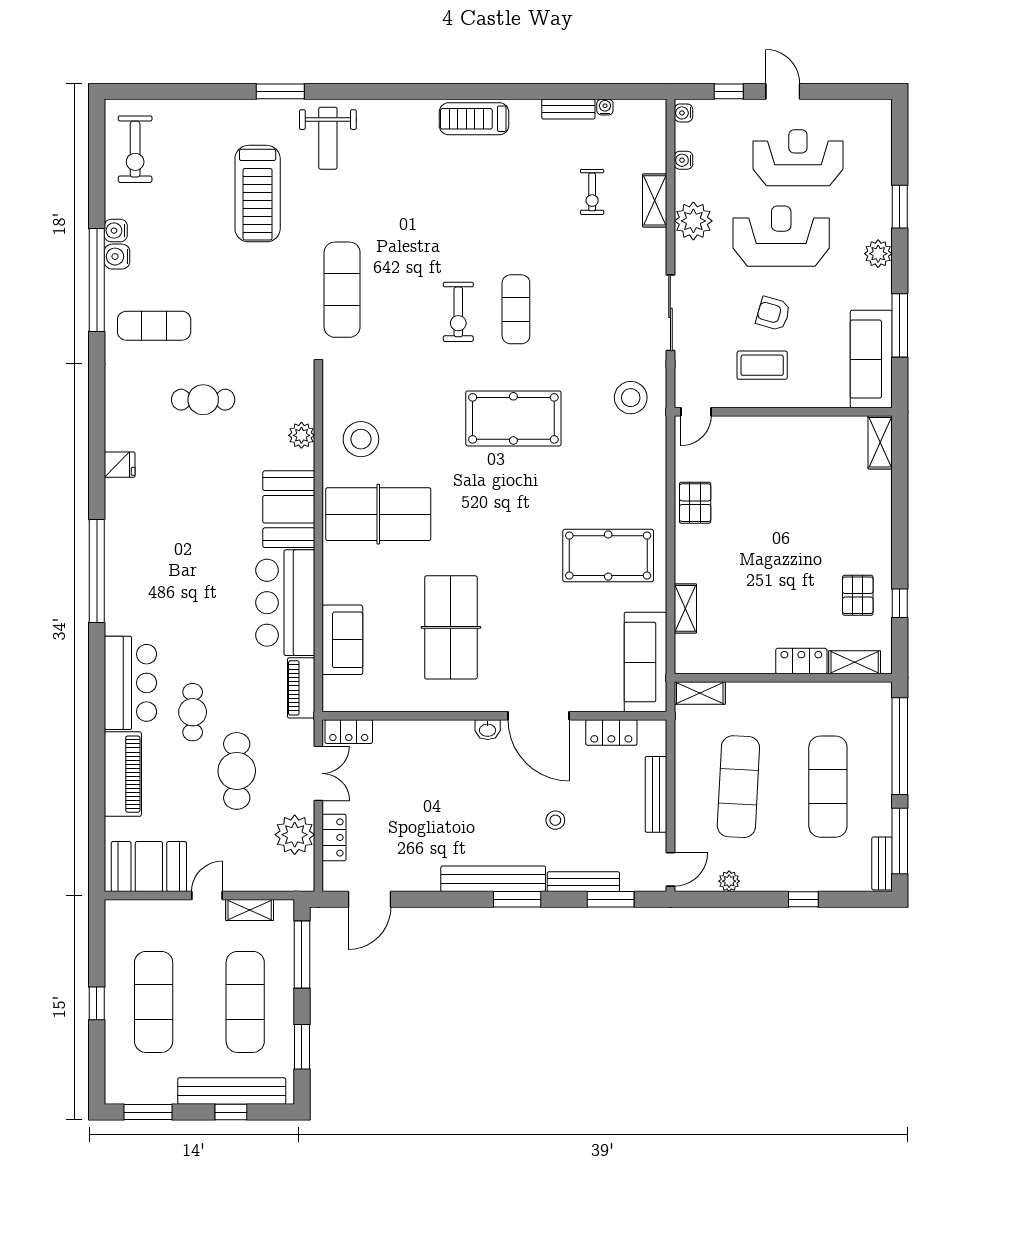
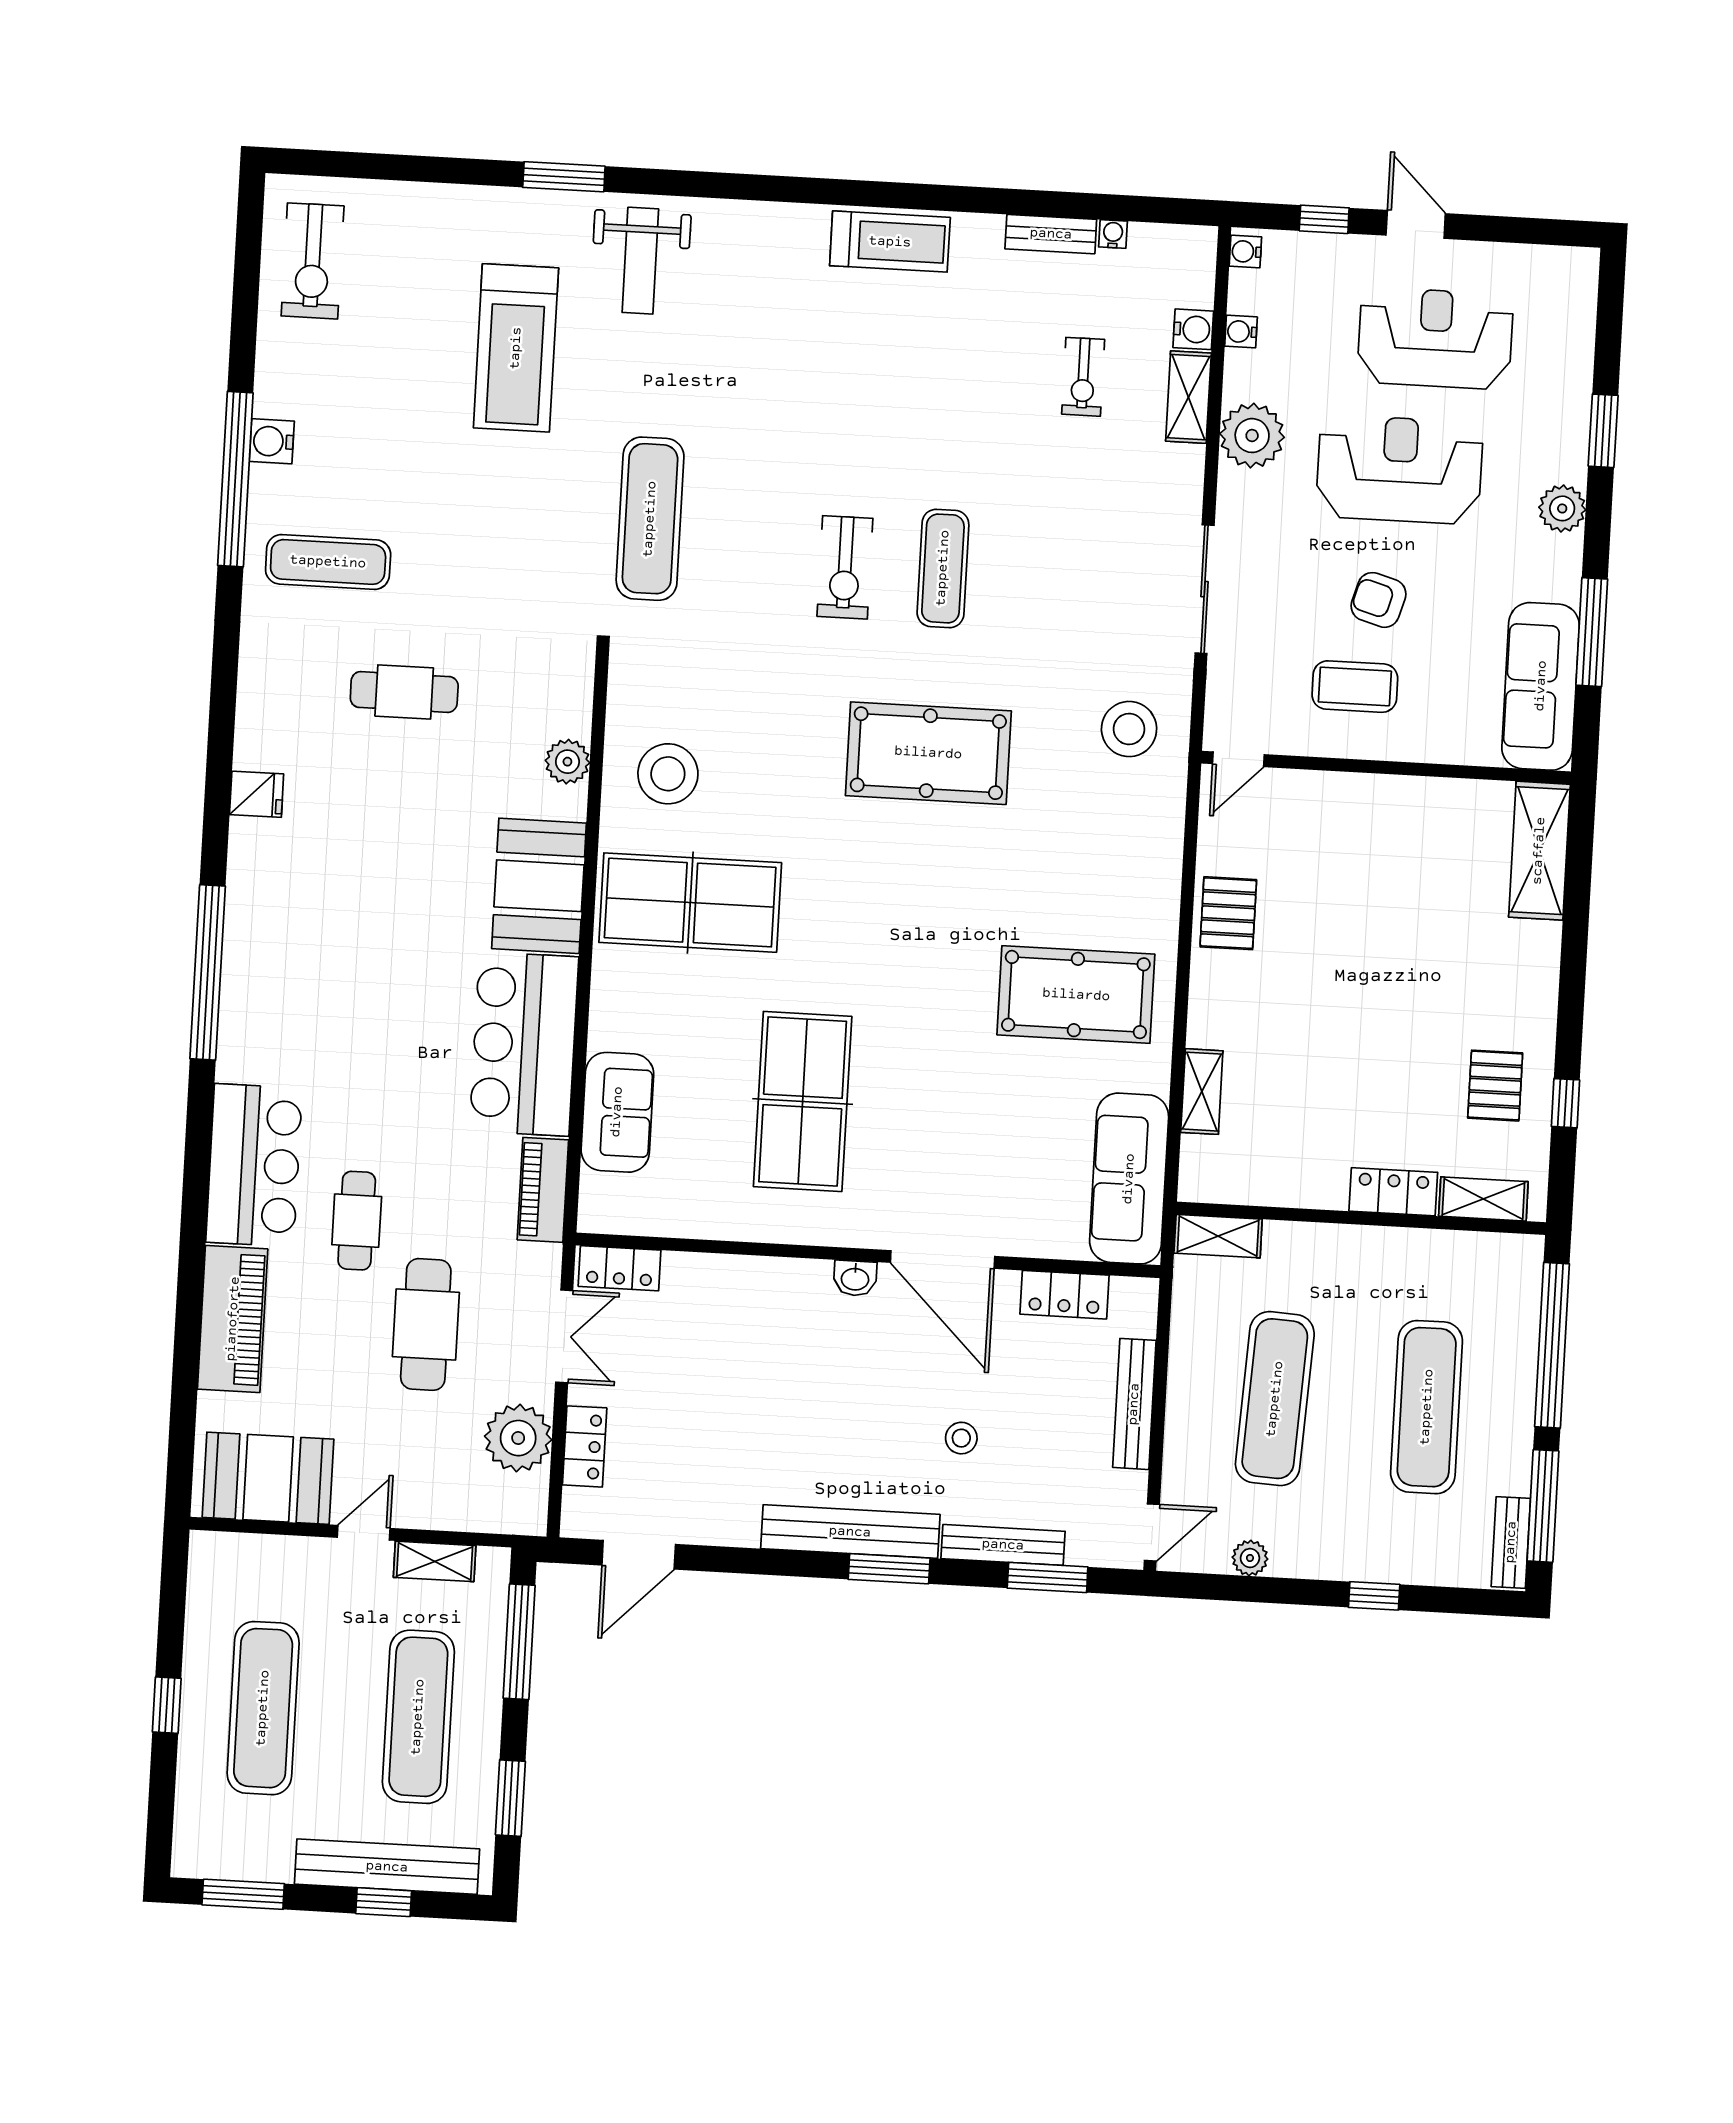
treadmill: (474, 119) -> (890, 242), turned 180
water cooler: (116, 231) -> (1193, 329), moved, turned 180
shelving: (880, 442) -> (1539, 851), width x1.50, depth x1.33

